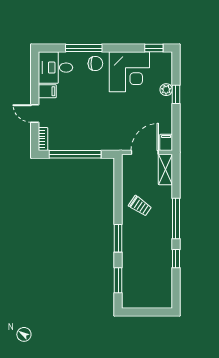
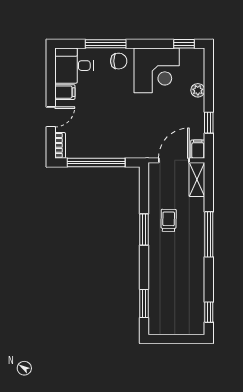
window: (176, 94) -> (209, 123), moved
door: (35, 113) -> (51, 117), swing flipped
trolley: (140, 206) -> (169, 220), turned -123
window: (118, 238) -> (144, 229), moved
window: (176, 259) -> (209, 312), moved

